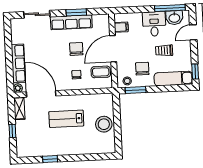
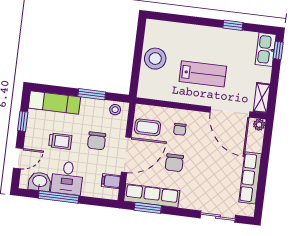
window: (170, 8) -> (59, 197), moved
window: (76, 12) -> (148, 208), moved
row of seats: (71, 22) -> (152, 196), moved
row of seats: (18, 63) -> (250, 178), moved
chair: (142, 69) -> (97, 141), moved
window: (195, 71) -> (23, 121), moved
window: (136, 90) -> (92, 94), moved
window: (12, 131) -> (278, 50), moved
kitchen sink: (23, 145) -> (266, 50), added

